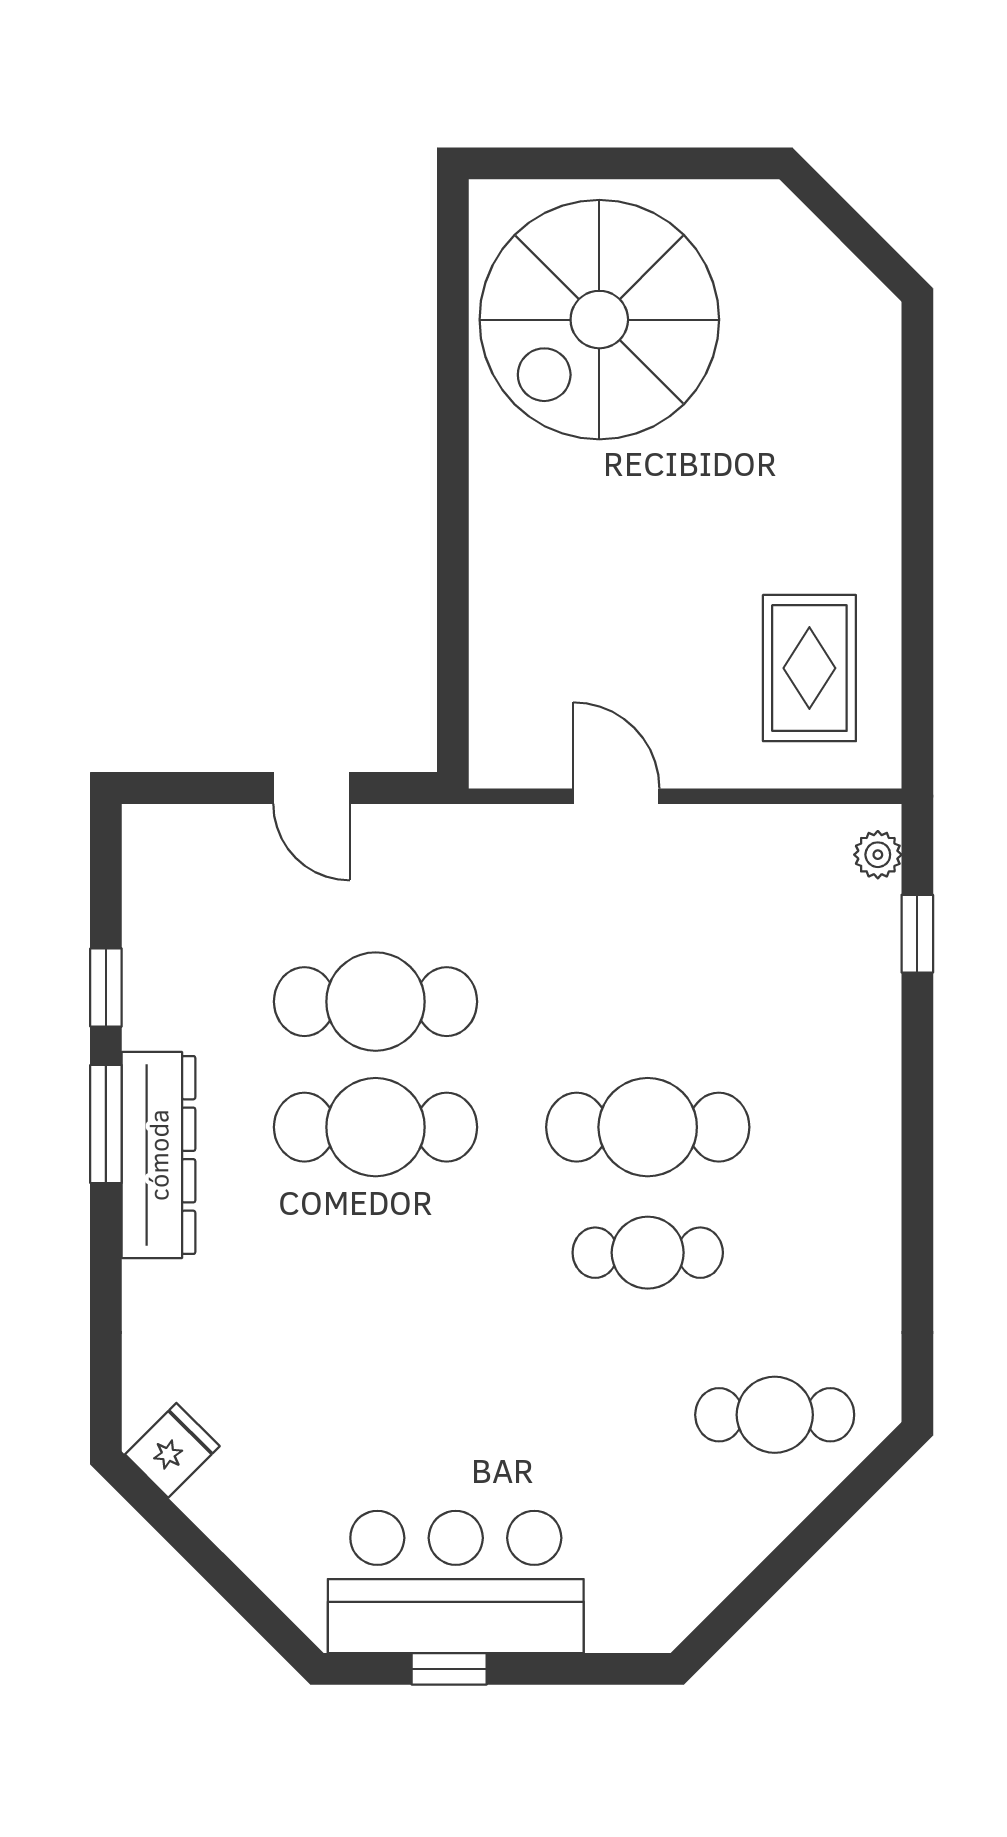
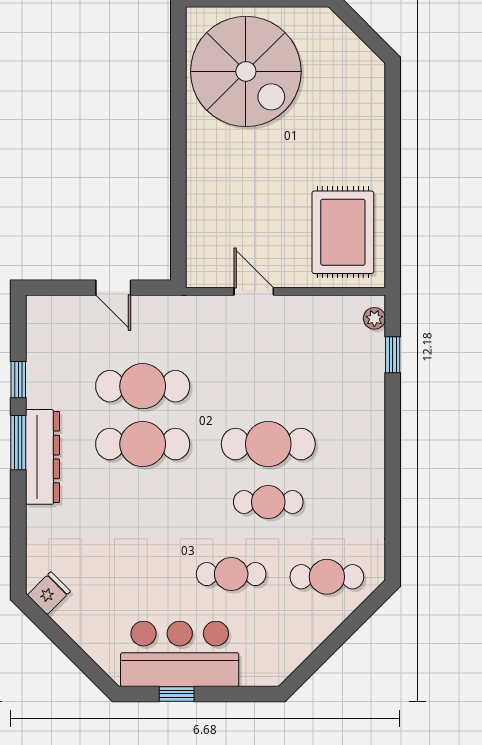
spiral stairs: (599, 320) -> (246, 71), turned -90
rug: (809, 668) -> (343, 232), width x1.36, depth x1.43
cafe table: (567, 1409) -> (231, 574), added

